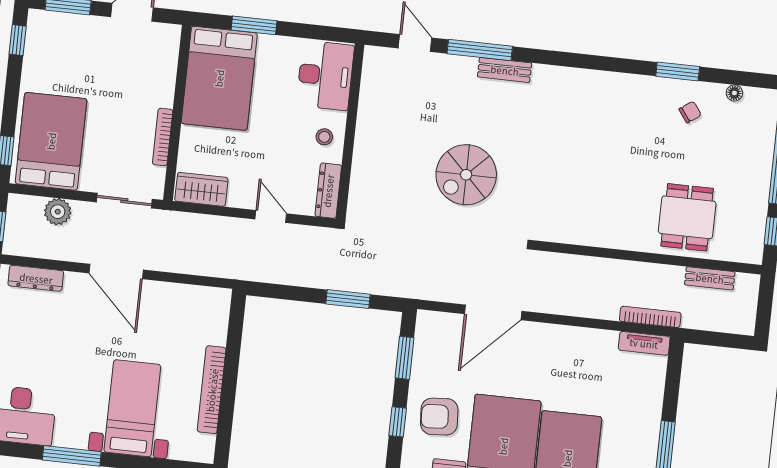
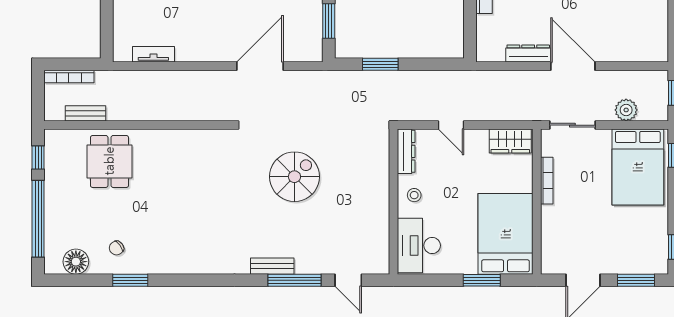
floor lamp: (734, 93) -> (76, 262), width x1.89, depth x1.89
dresser: (36, 278) -> (528, 54), moved
bookcase: (650, 317) -> (69, 76), moved
tv unit: (644, 343) -> (153, 54), moved

